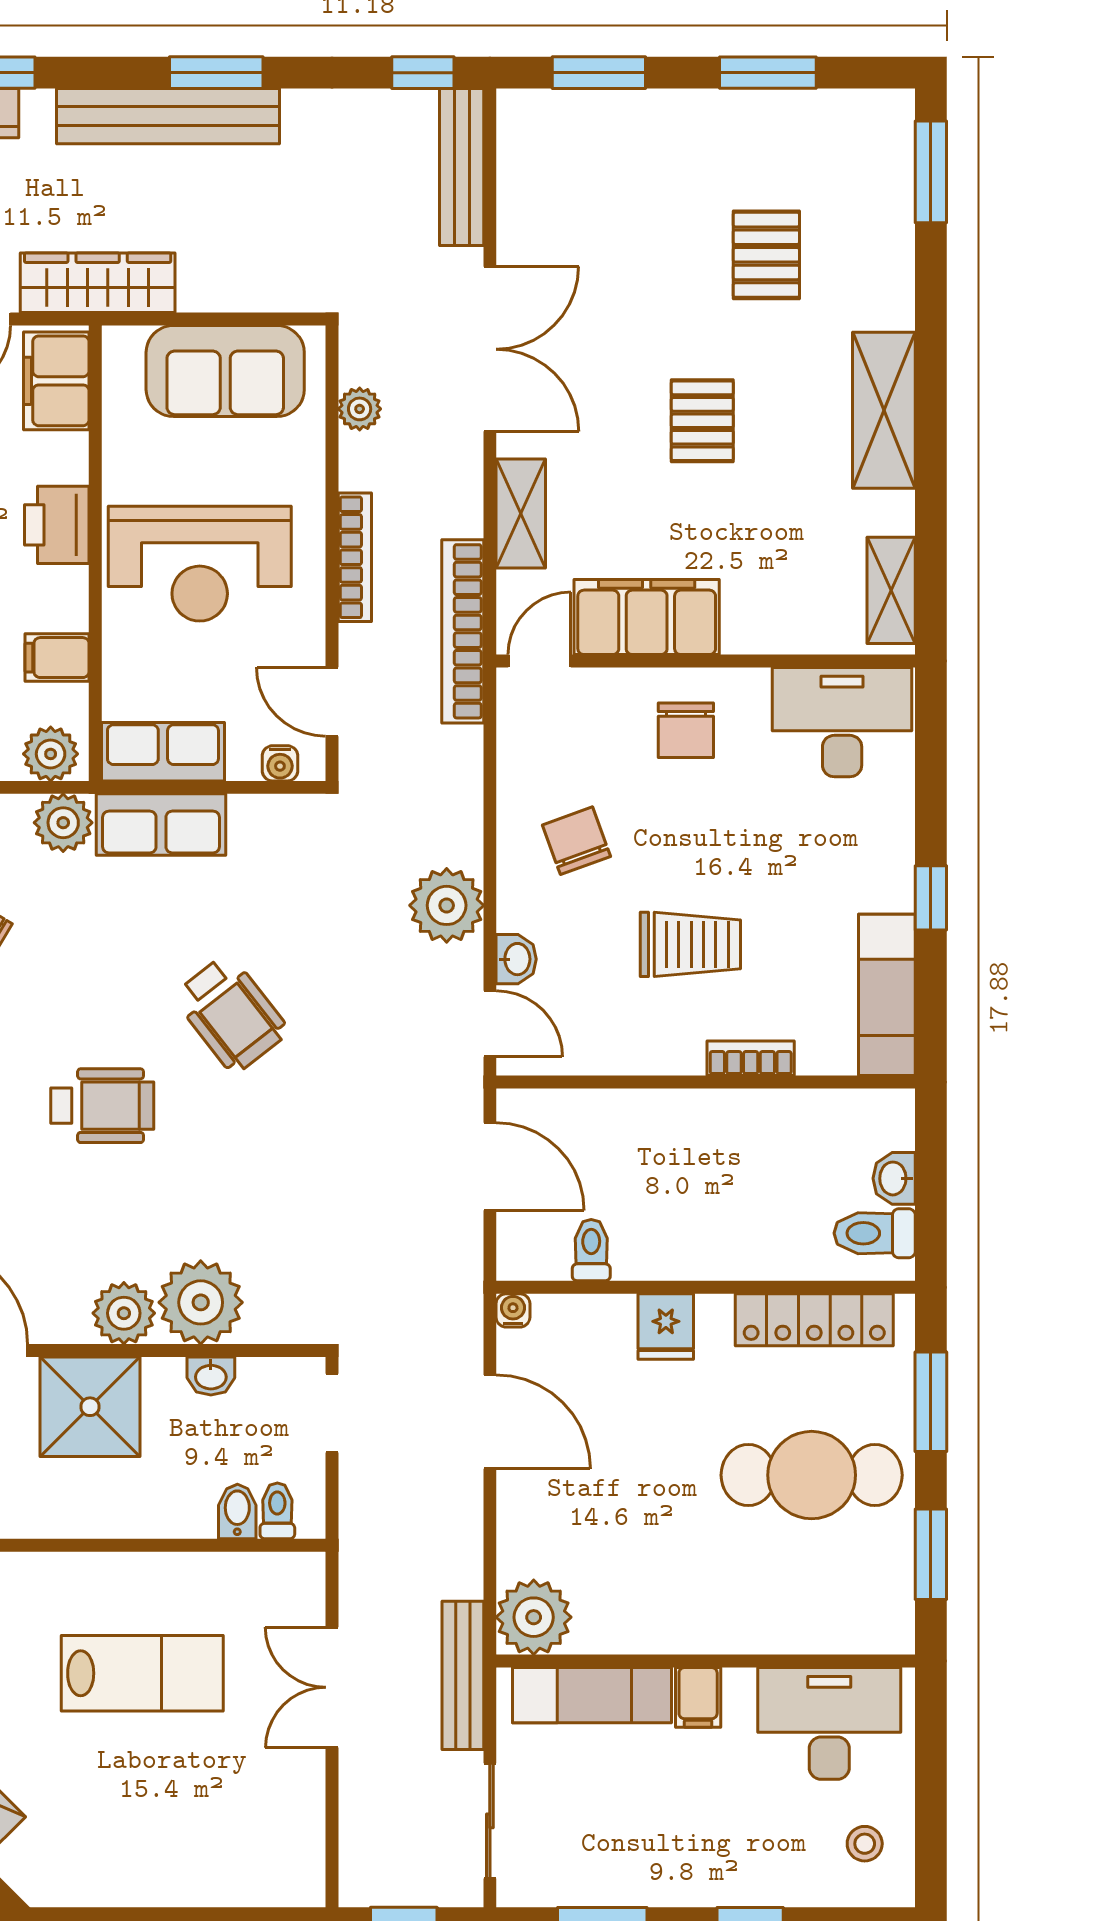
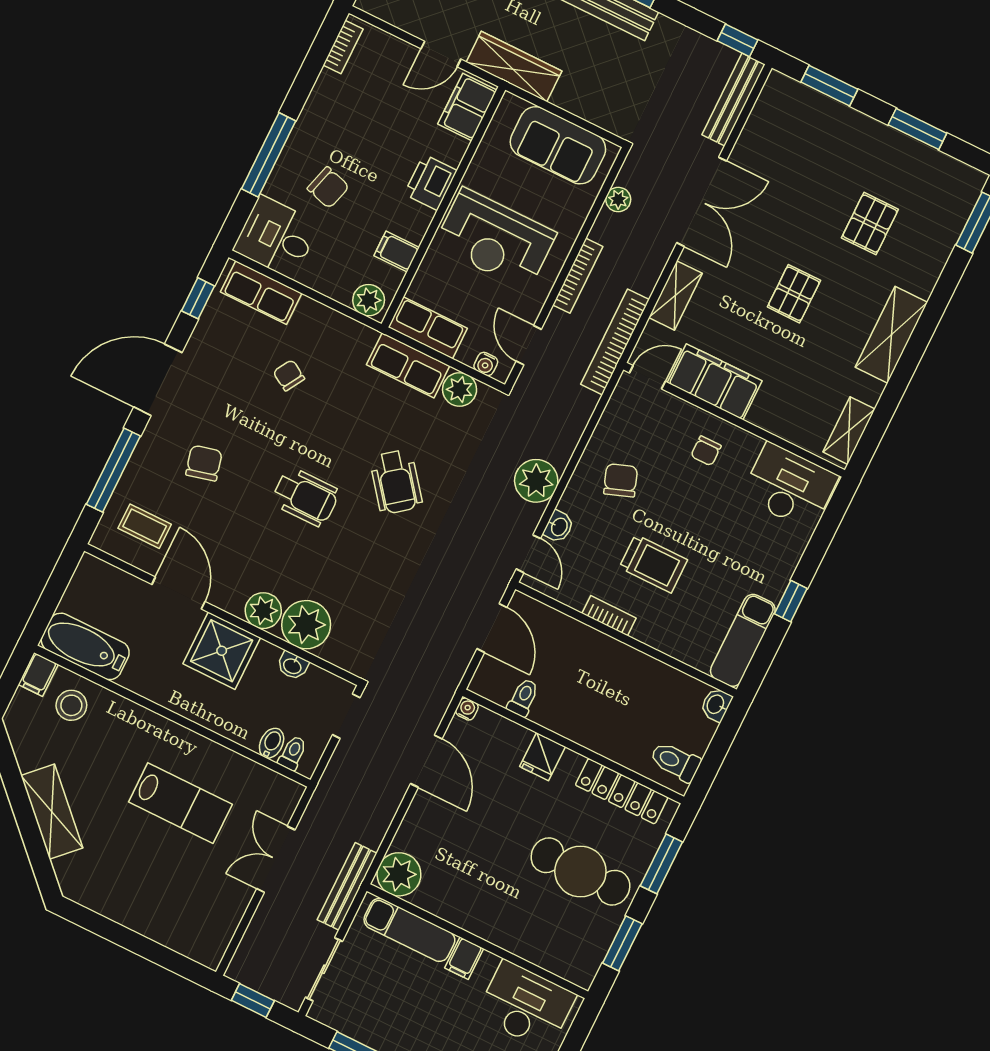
chair: (686, 730) -> (706, 451), width x0.73, depth x0.73
plant: (63, 823) -> (460, 389), moved
bookcase: (751, 1058) -> (609, 616), moved
washbasin: (894, 1178) -> (716, 705), moved

